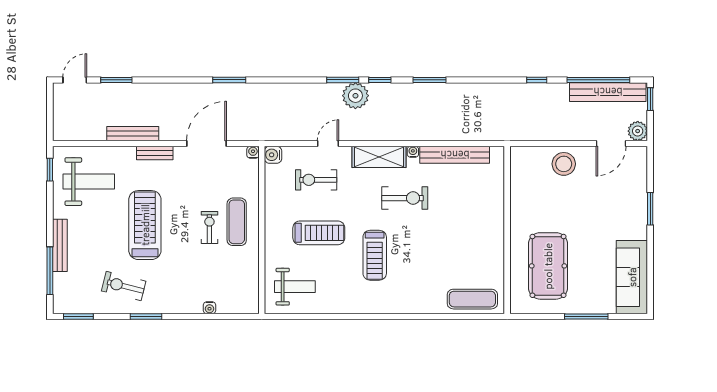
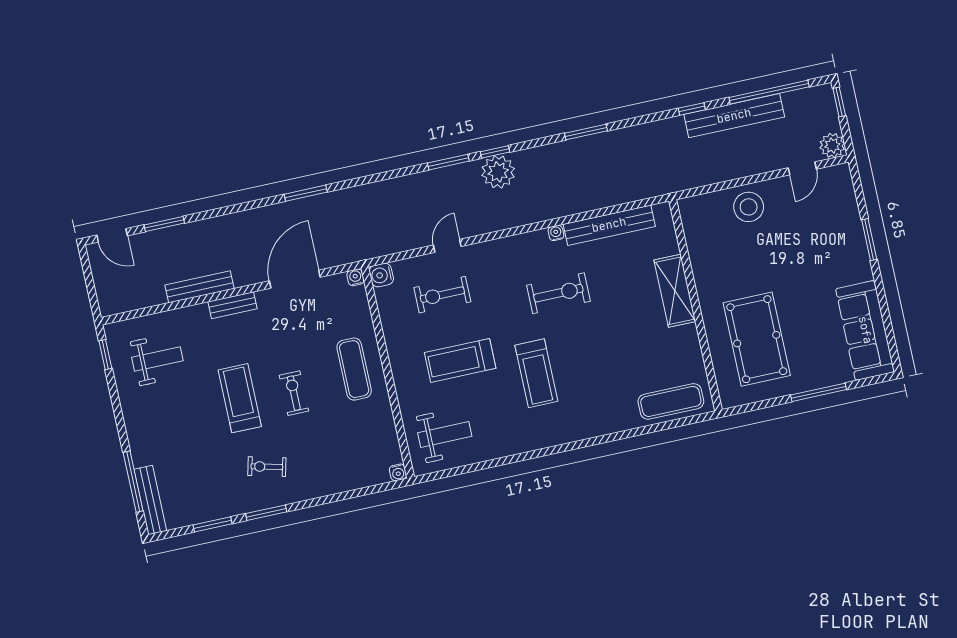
door: (75, 80) -> (112, 235), swing flipped
window: (429, 80) -> (586, 132), moved
bench: (608, 92) -> (734, 116), moved
plant: (355, 96) -> (498, 172), moved
door: (611, 144) -> (802, 168), width x0.73
shelving: (379, 157) -> (675, 291), moved, turned 90
weight bench: (89, 182) -> (157, 359), width x0.73, depth x0.75
treadmill: (145, 225) -> (240, 398), width x0.73, depth x0.73
exercise bike: (209, 228) -> (294, 393), moved
treadmill: (319, 233) -> (460, 360), turned 180
bench: (60, 245) -> (150, 500), moved
exercise bike: (124, 286) -> (267, 467), moved, width x0.73, depth x0.72
water cooler: (210, 308) -> (398, 472), moved
window: (78, 317) -> (213, 524), moved

